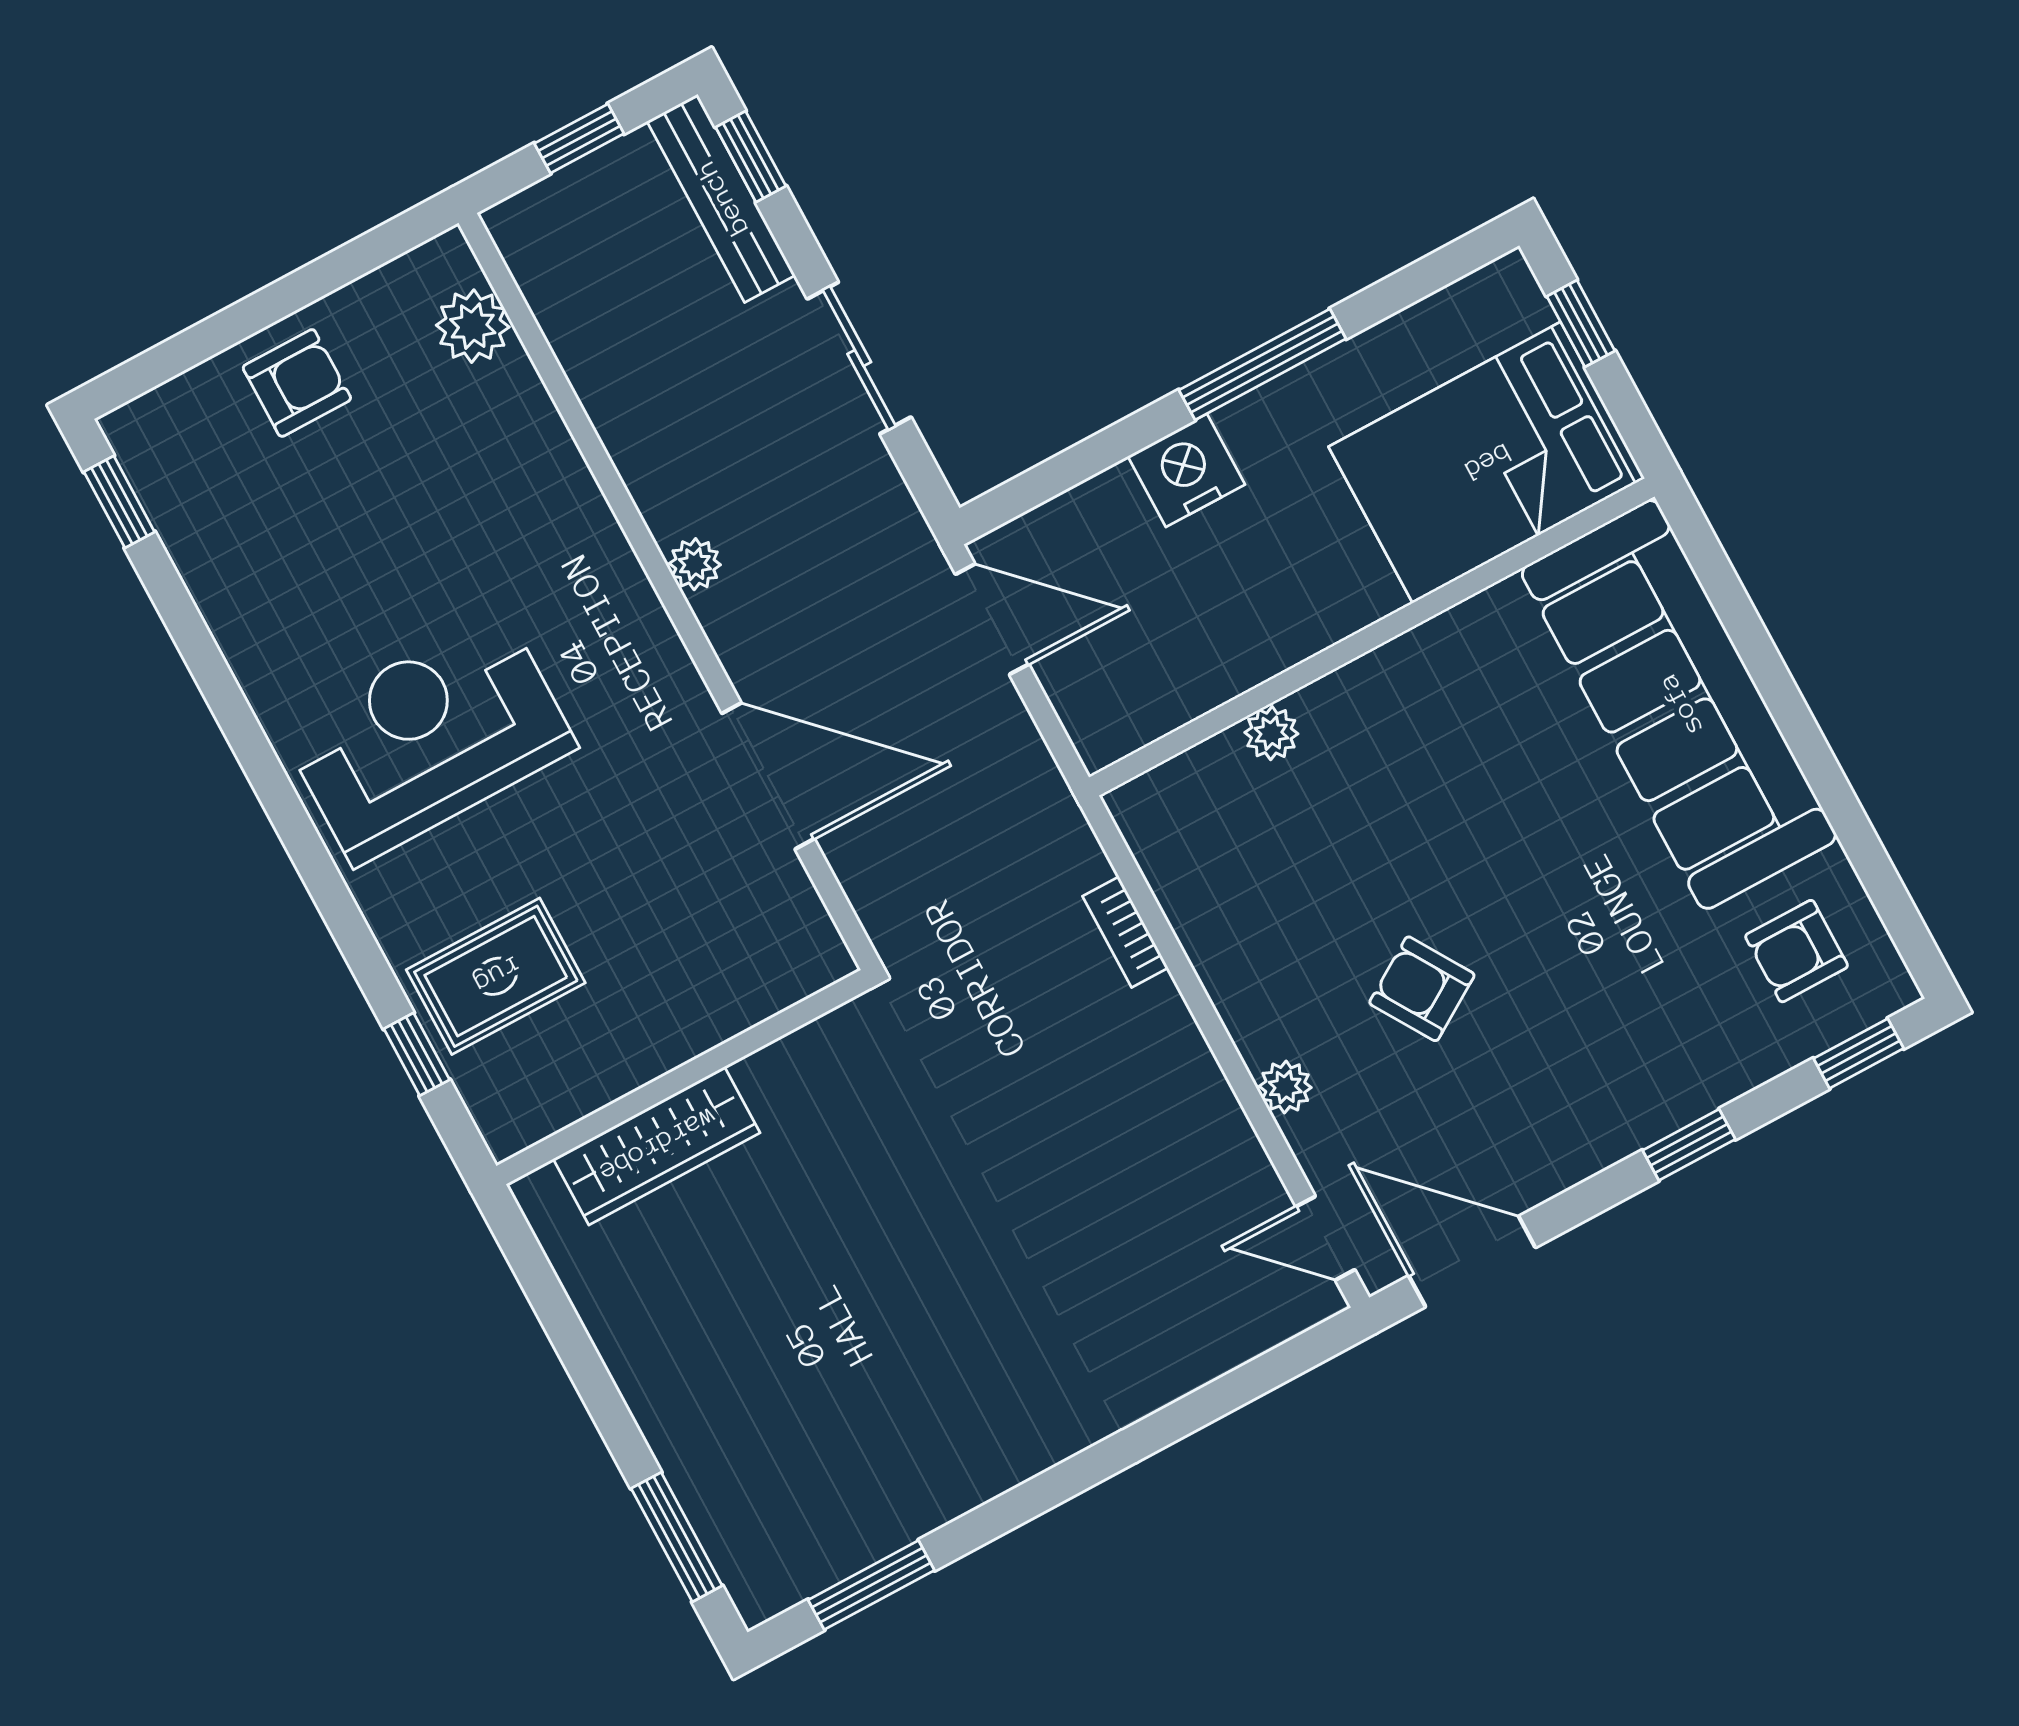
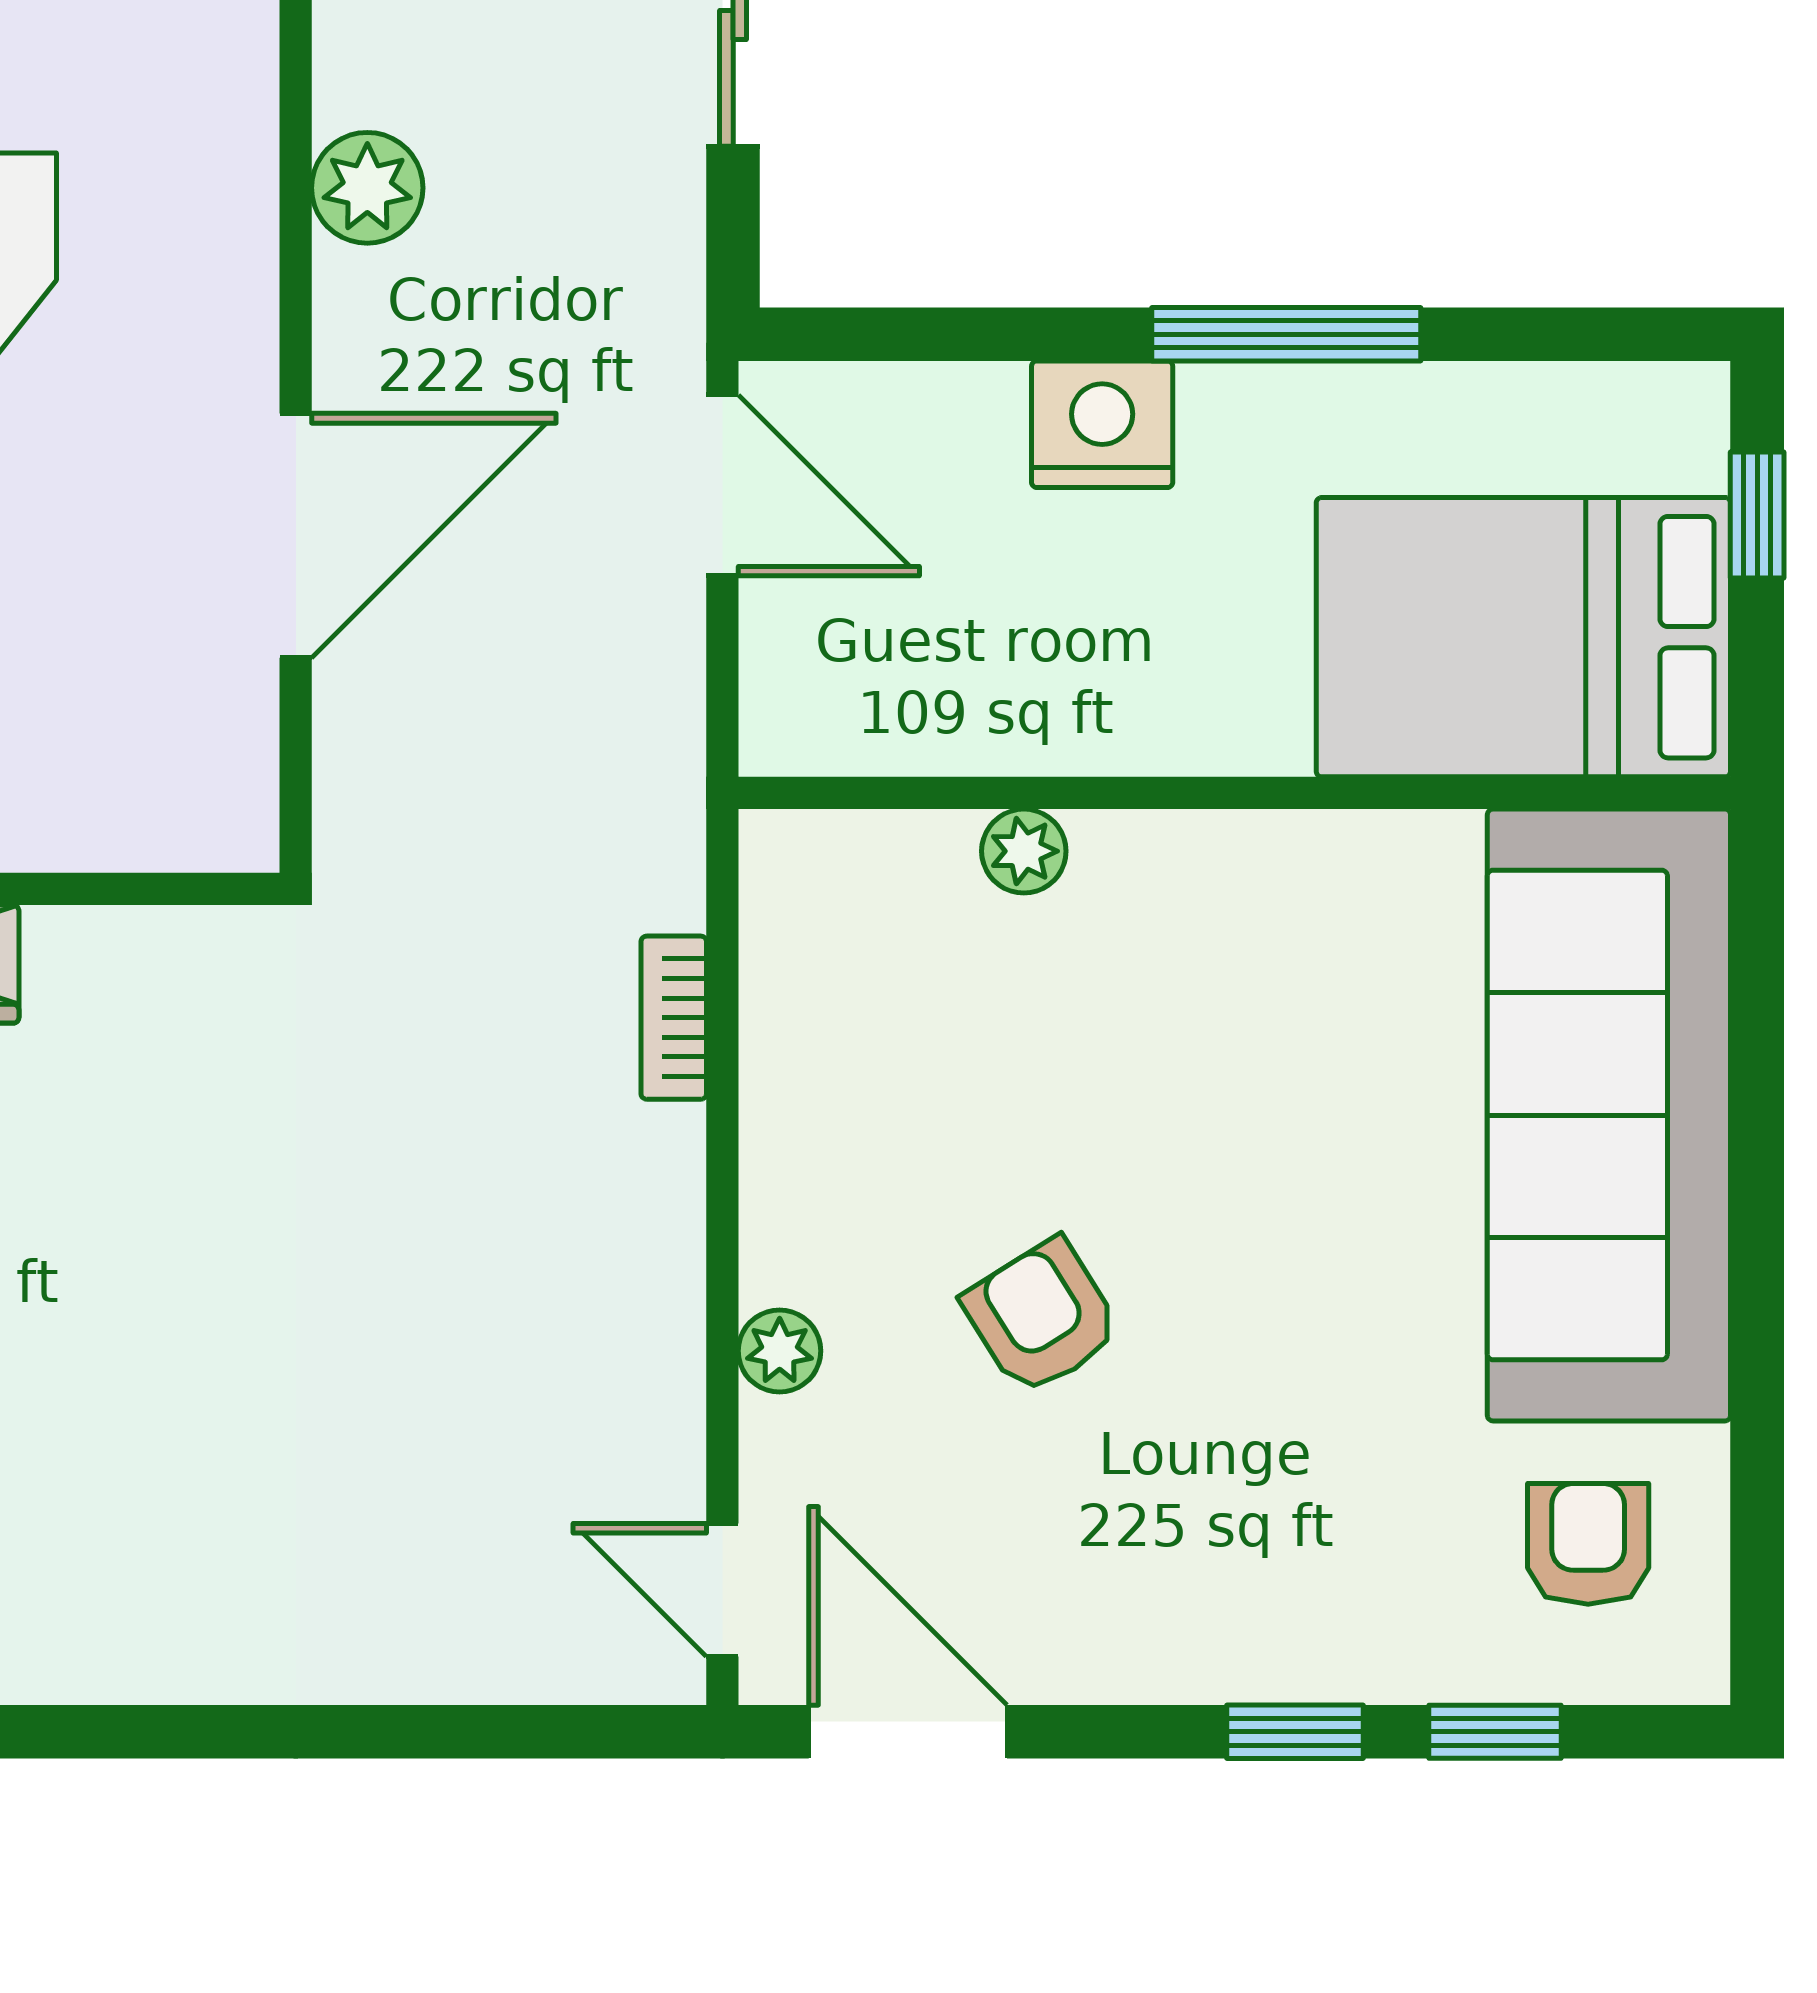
plant: (695, 564) -> (367, 188), width x1.38, depth x1.38
door: (768, 776) -> (296, 536), hinge flipped
armchair: (1797, 951) -> (1588, 1544), turned 90
window: (1859, 1053) -> (1495, 1732), moved

